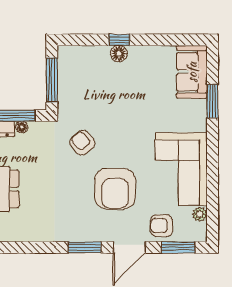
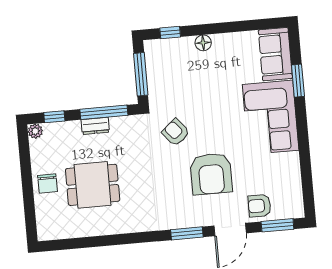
window: (119, 40) -> (170, 32), moved
floor lamp: (22, 127) -> (116, 122), removed
corner sofa: (181, 169) -> (271, 117), moved
plant: (200, 214) -> (295, 191), removed

